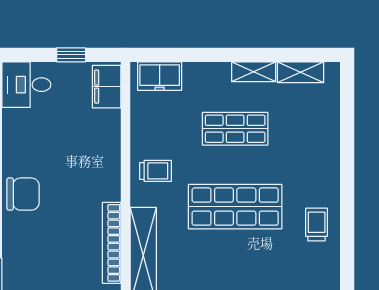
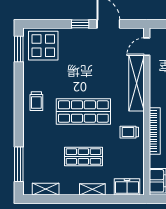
shelving: (254, 72) -> (92, 189), moved
window: (347, 115) -> (19, 164), added
bookcase: (112, 243) -> (155, 131), moved

